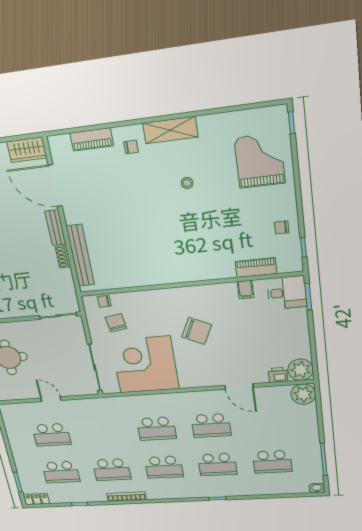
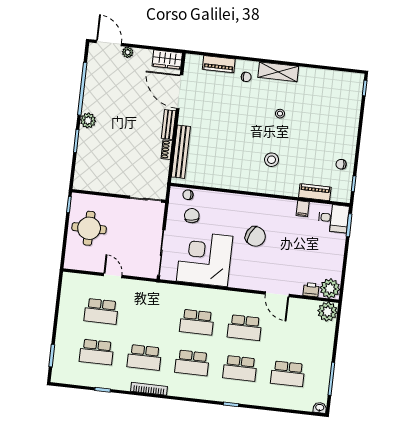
grand piano: (260, 161) -> (336, 110), removed
stool: (192, 241) -> (272, 160), added
locker: (37, 499) -> (63, 377), removed

